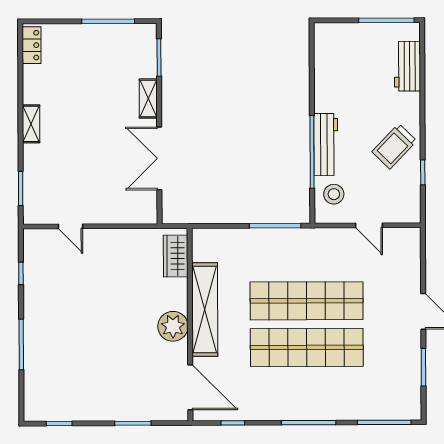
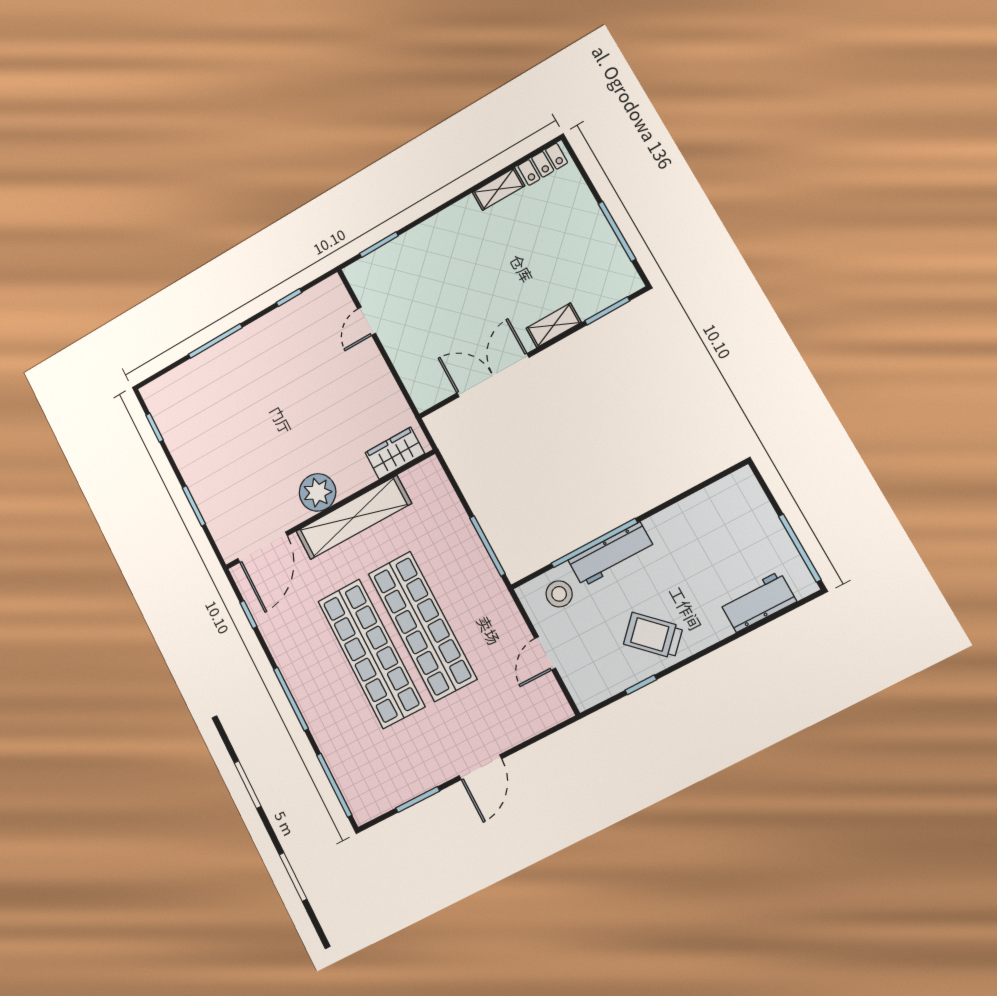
shelving: (31, 124) -> (499, 189), moved

